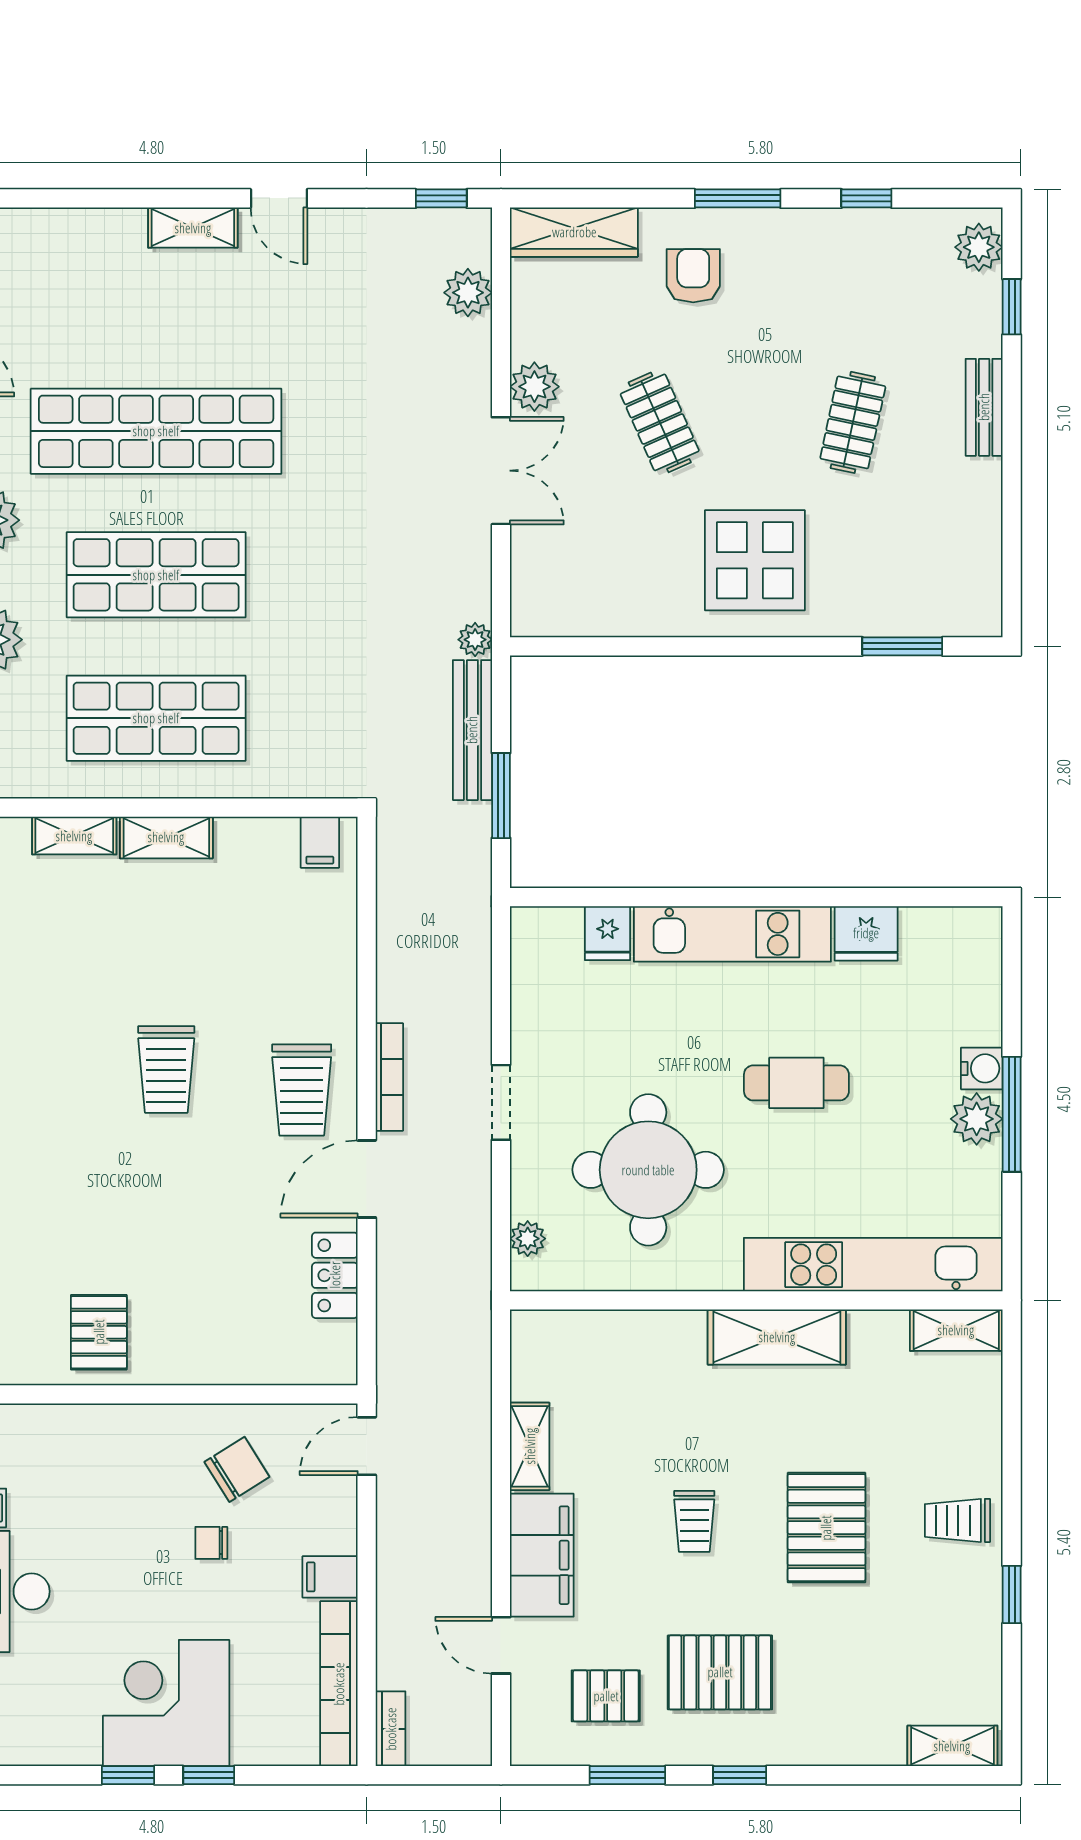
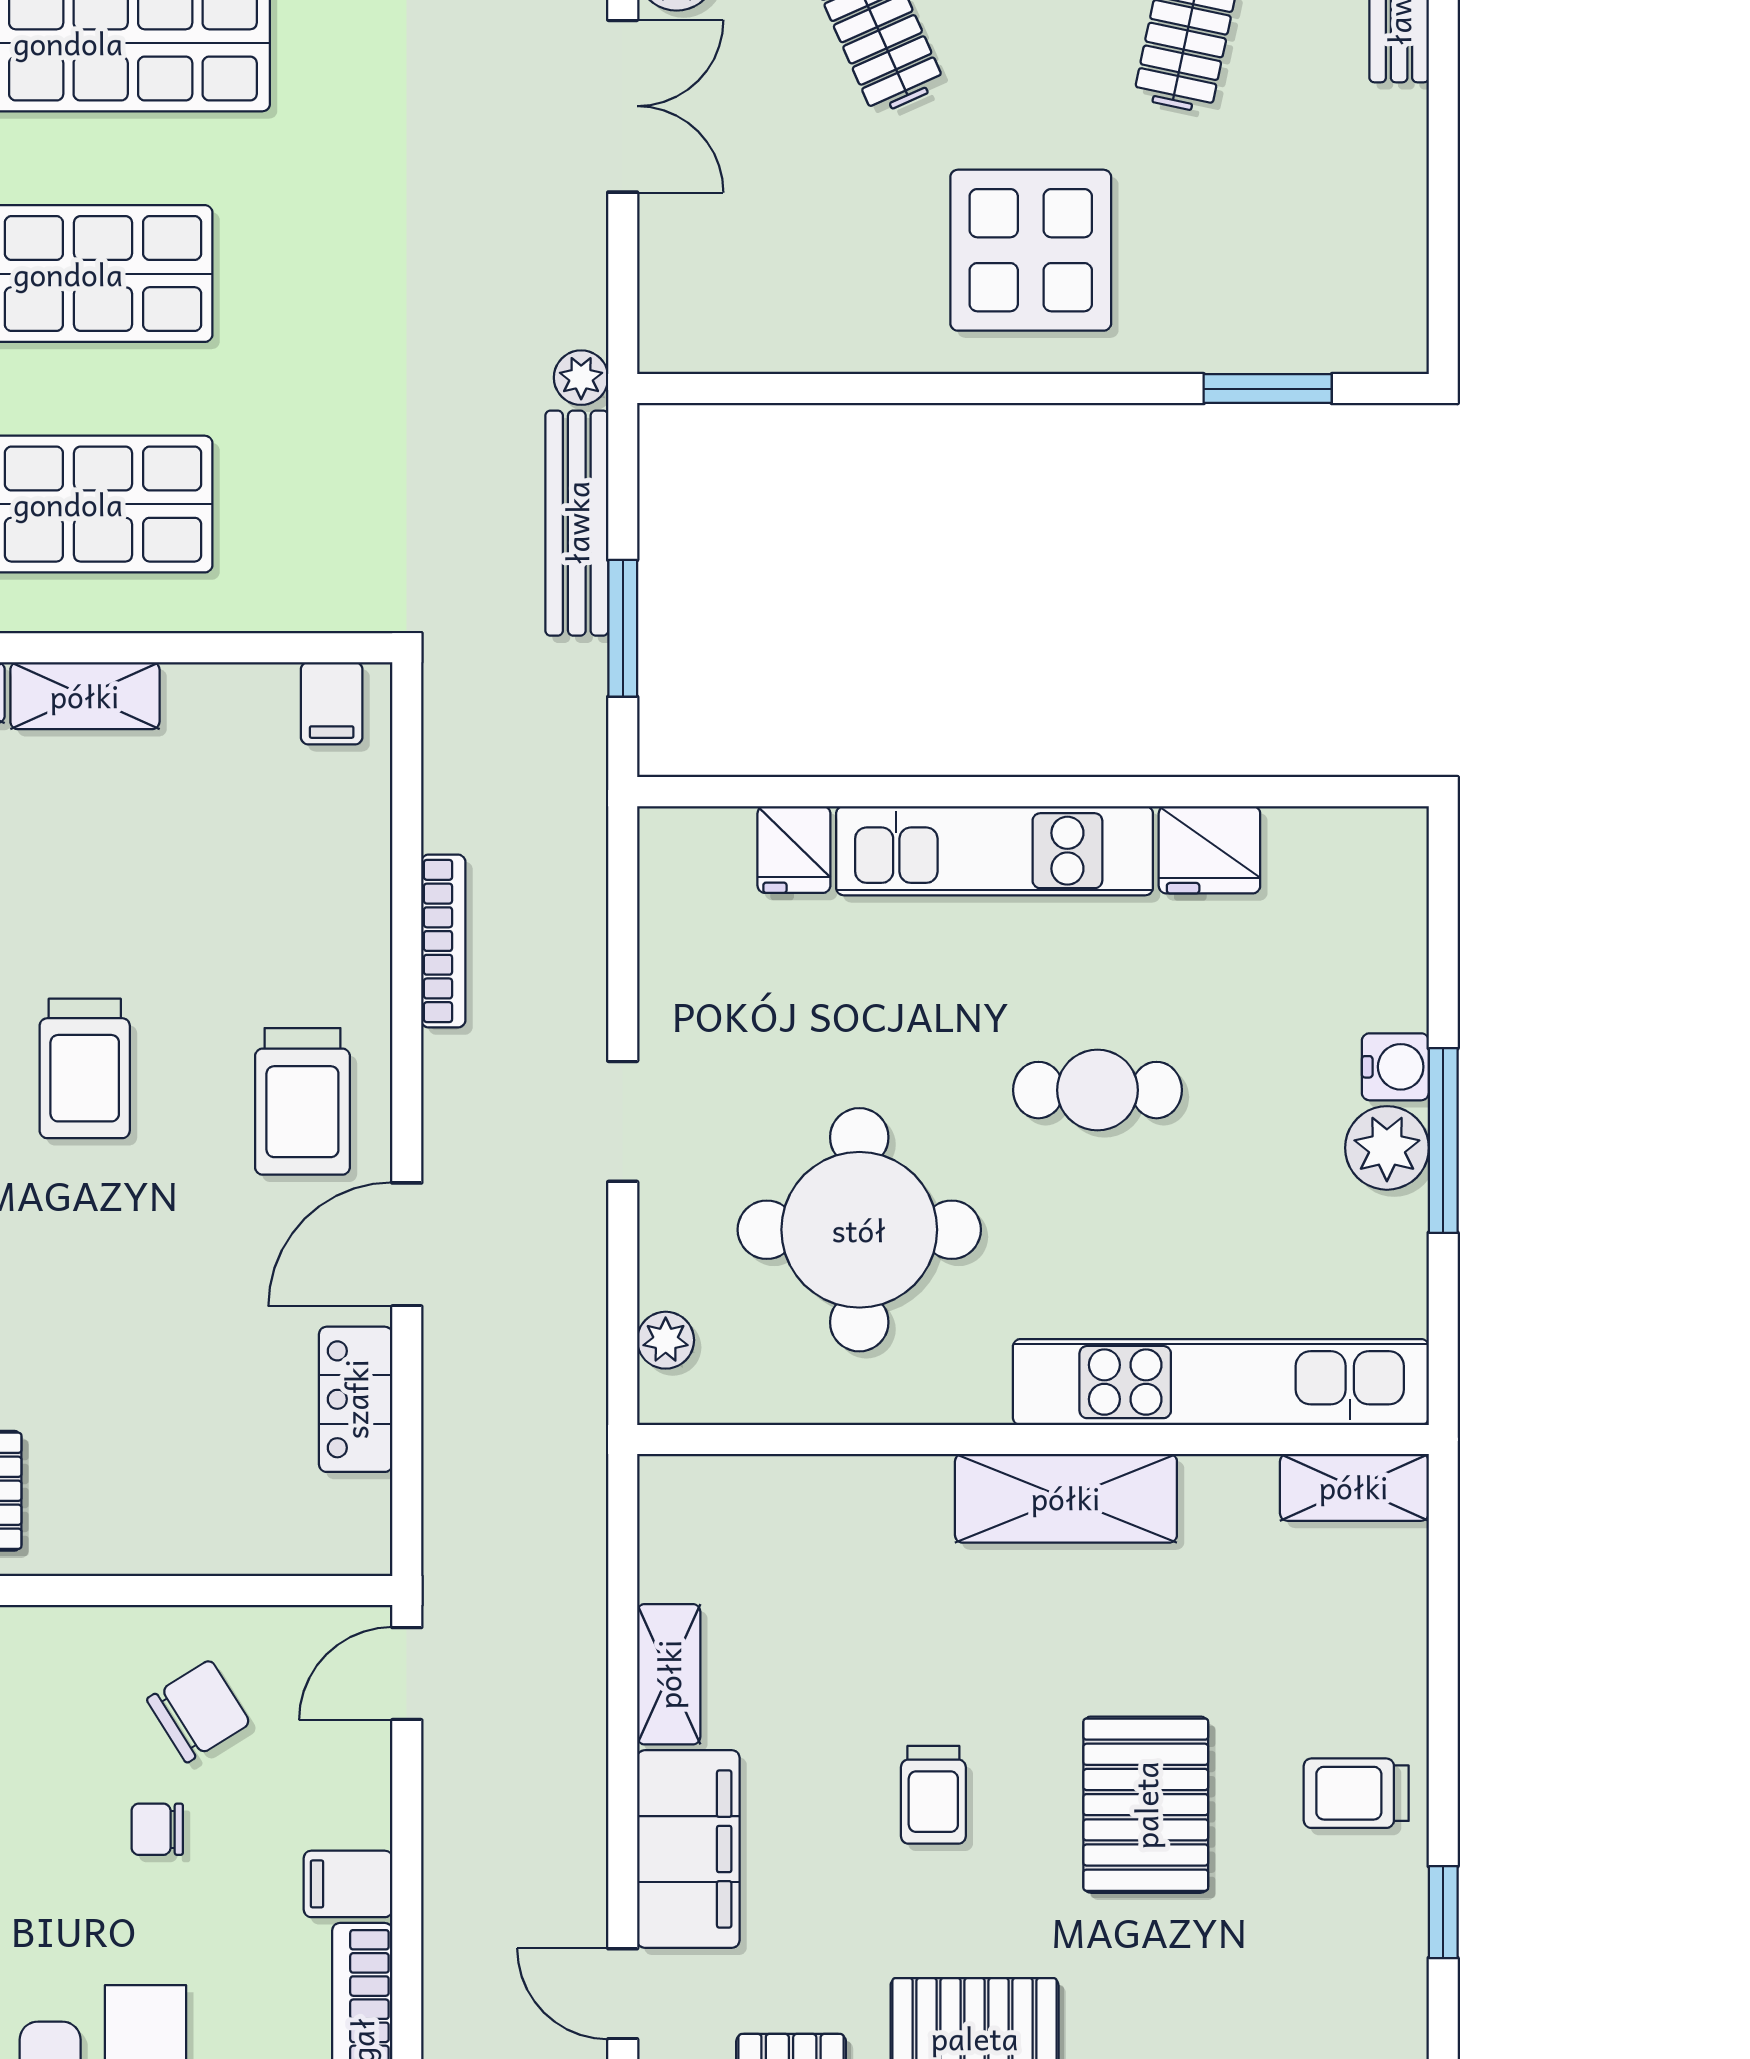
bookcase: (389, 1077) -> (443, 941), moved

